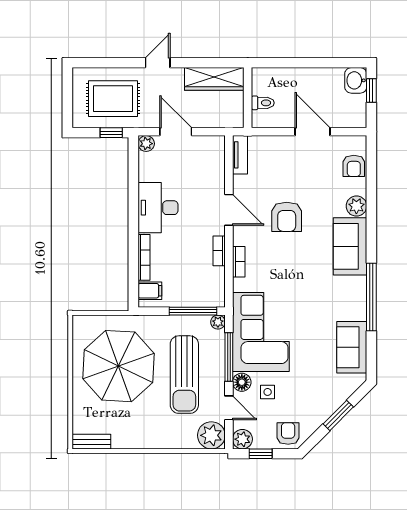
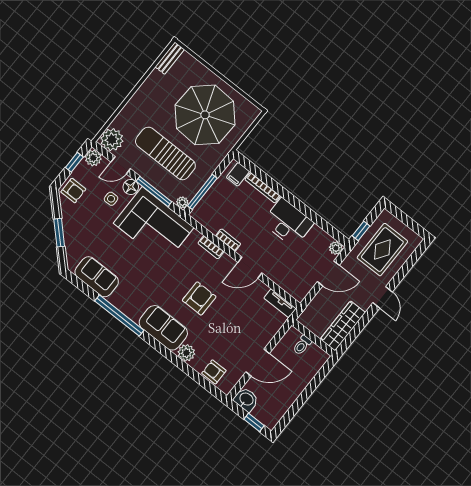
washbasin: (356, 80) -> (246, 399), moved
armchair: (287, 217) -> (199, 298), moved, turned 90

